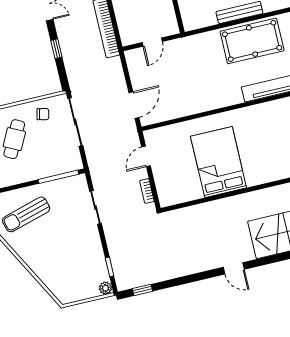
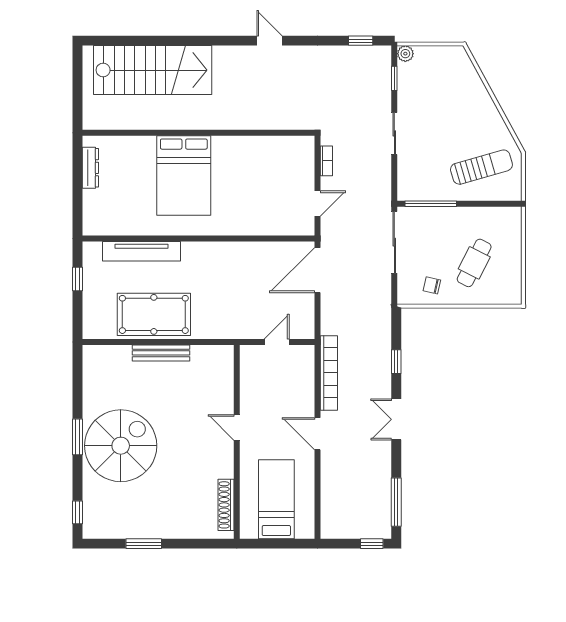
door: (134, 105) -> (317, 270), width x1.36
sliding door: (75, 122) -> (394, 242), moved
bed: (219, 162) -> (184, 176), moved
sliding door: (95, 207) -> (394, 133), moved
door: (234, 268) -> (270, 41), moved

